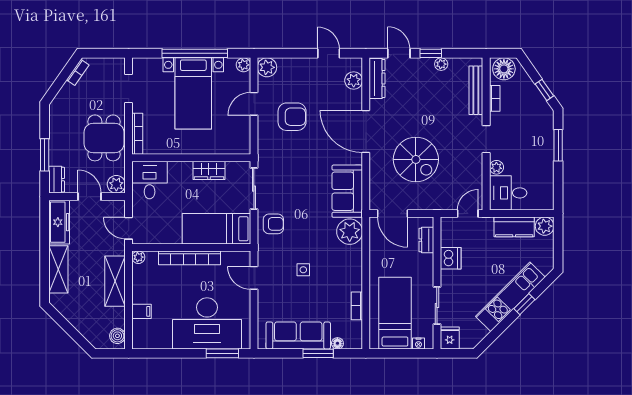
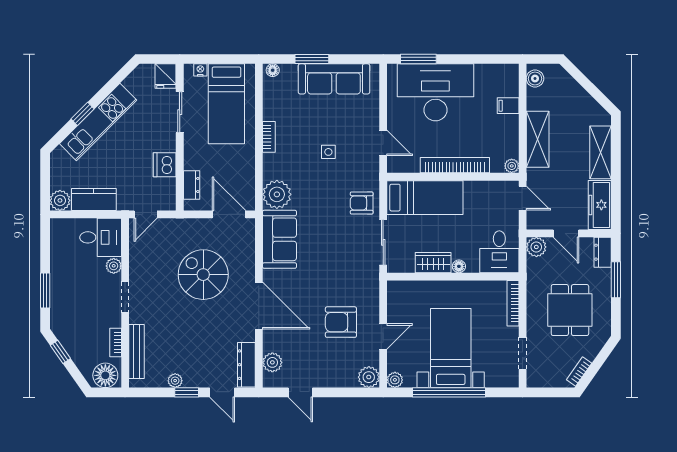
dining table: (104, 138) -> (570, 310), moved
floor lamp: (186, 167) -> (459, 266), added
bookcase: (357, 306) -> (269, 137), moved
floor lamp: (337, 343) -> (273, 70), moved

